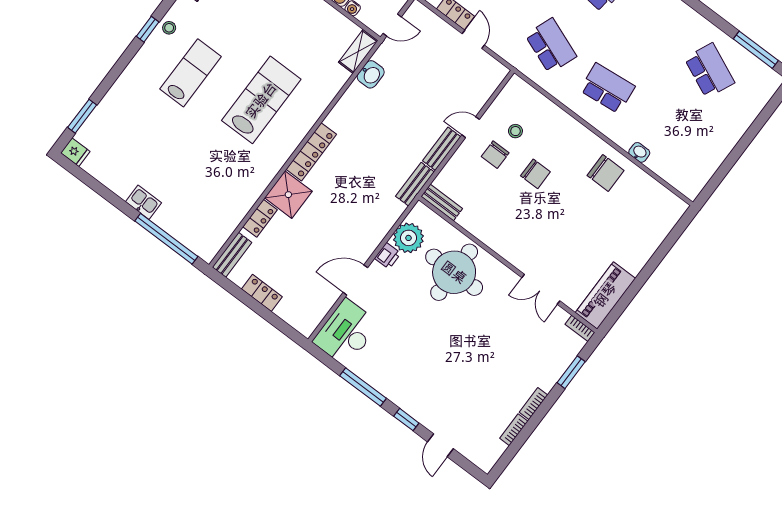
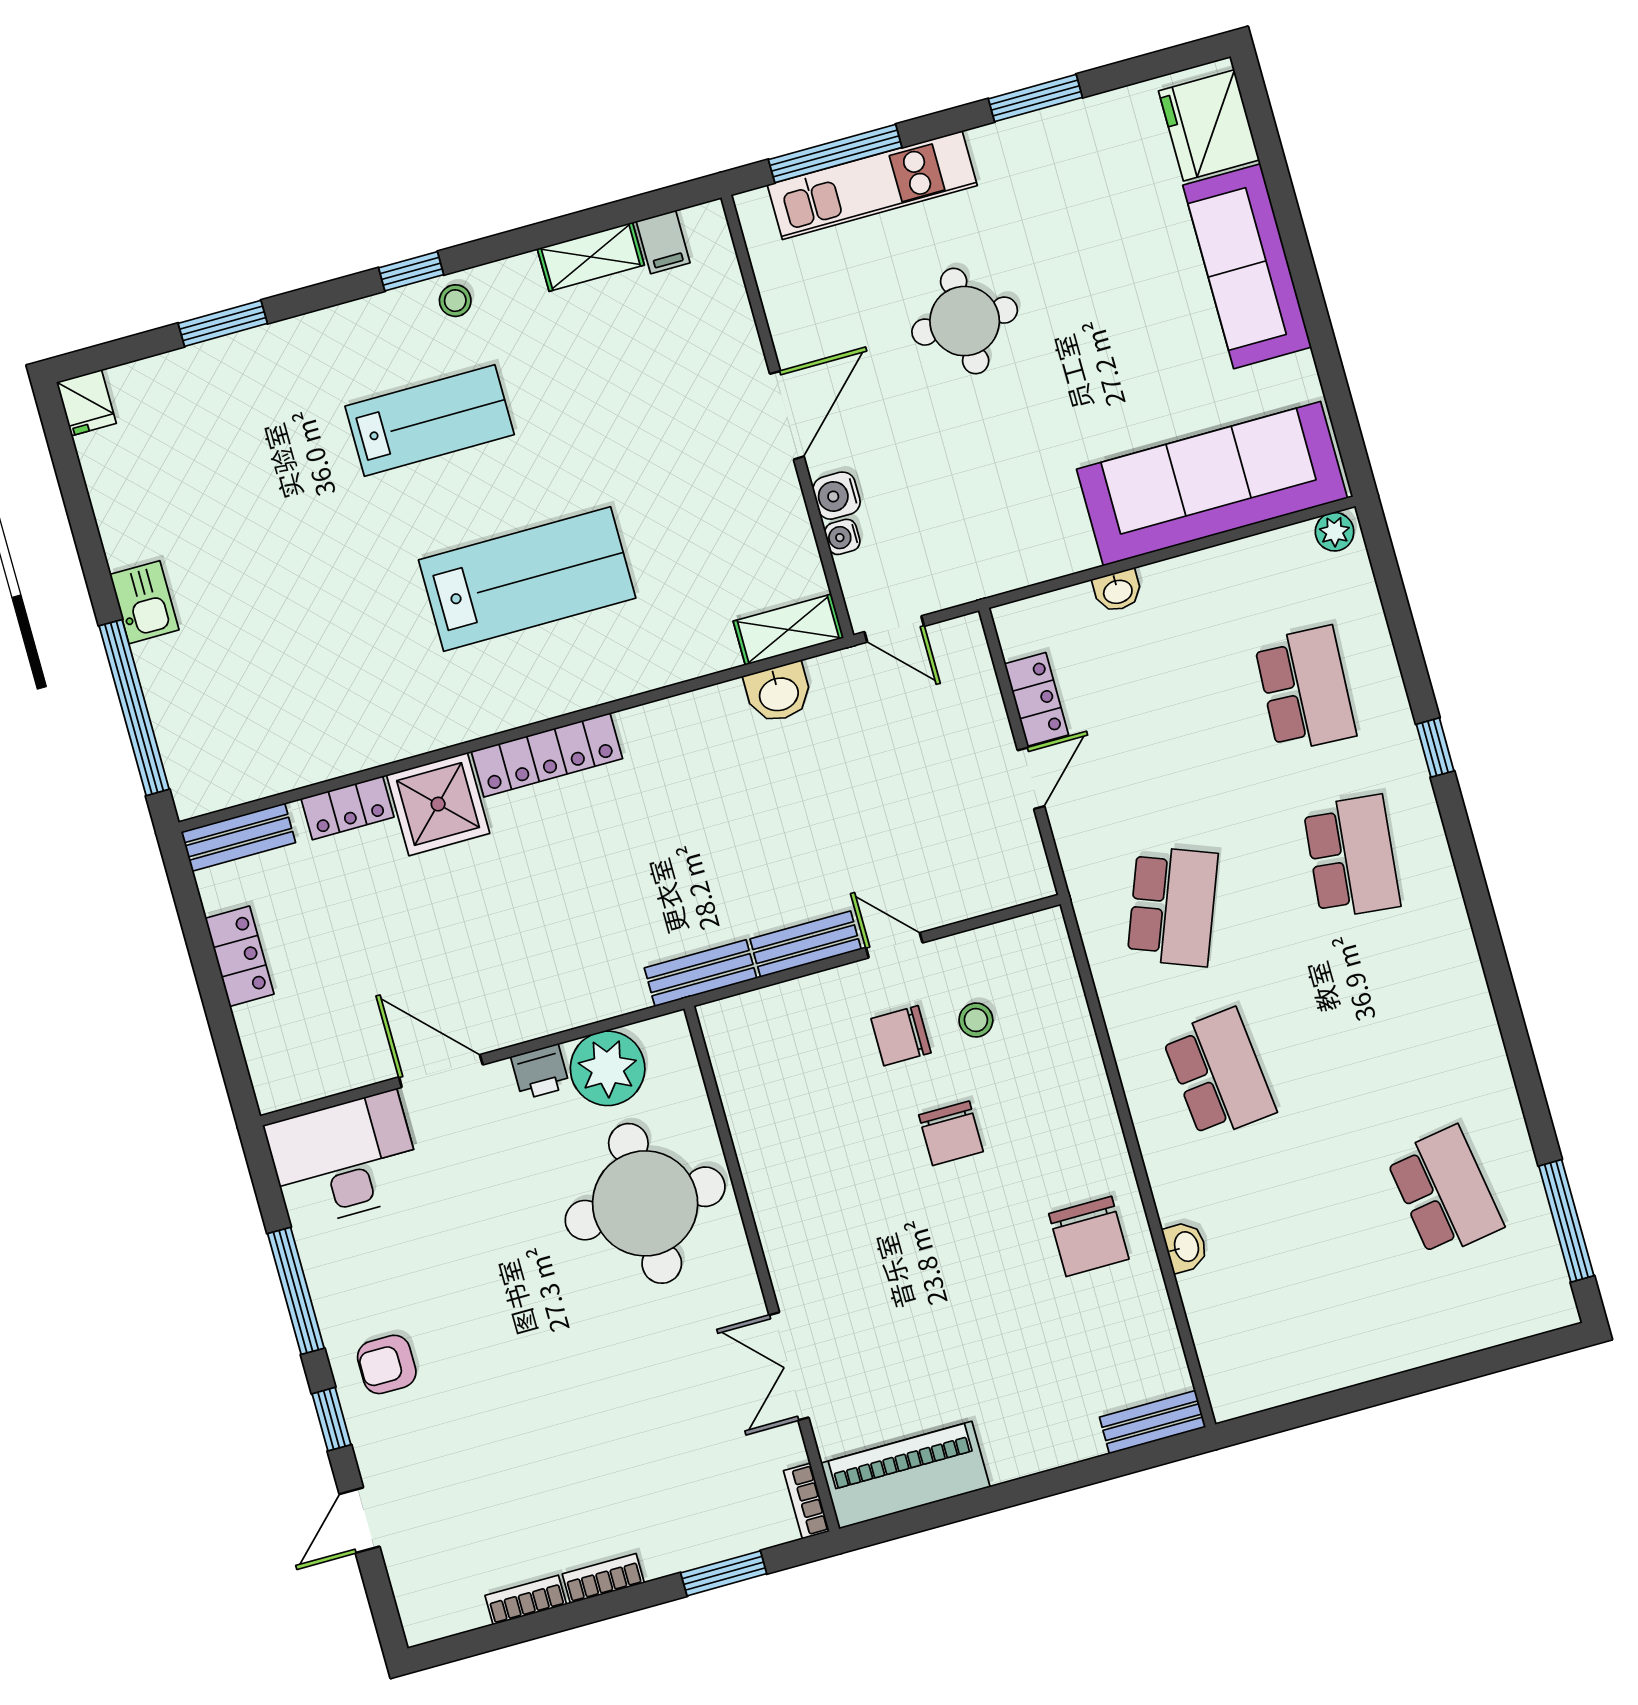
school desk: (709, 70) -> (1445, 1192), turned -33
window: (82, 116) -> (223, 323), moved
bench: (442, 202) -> (1153, 1422), moved, turned 90
armchair: (411, 388) -> (387, 1364), added

